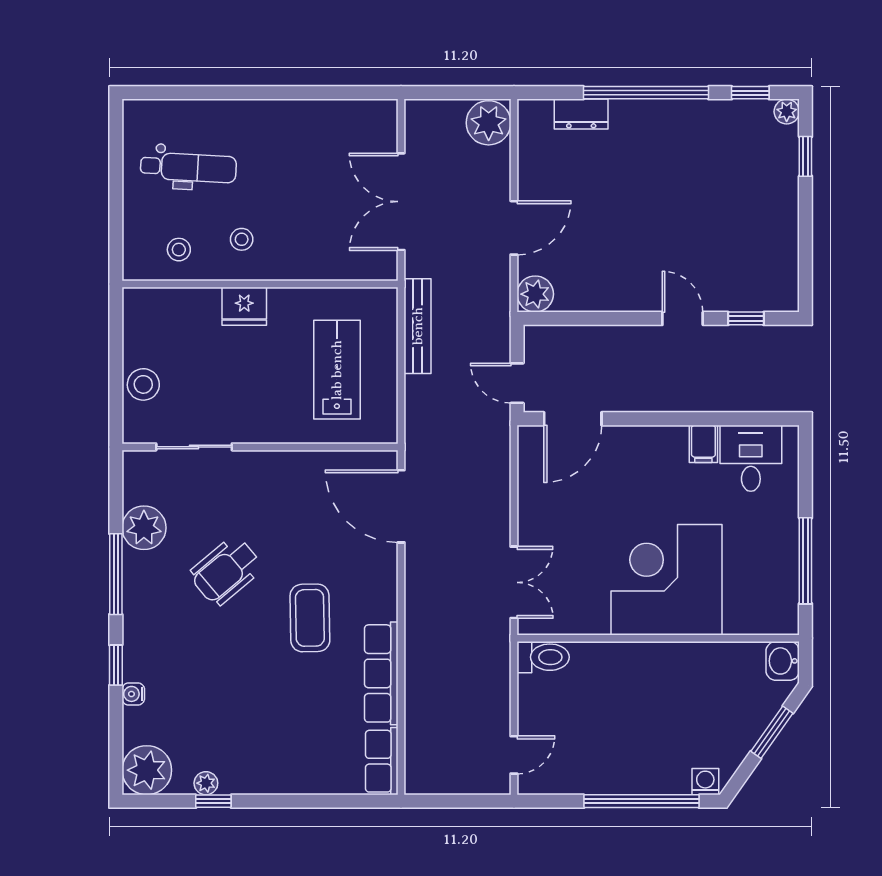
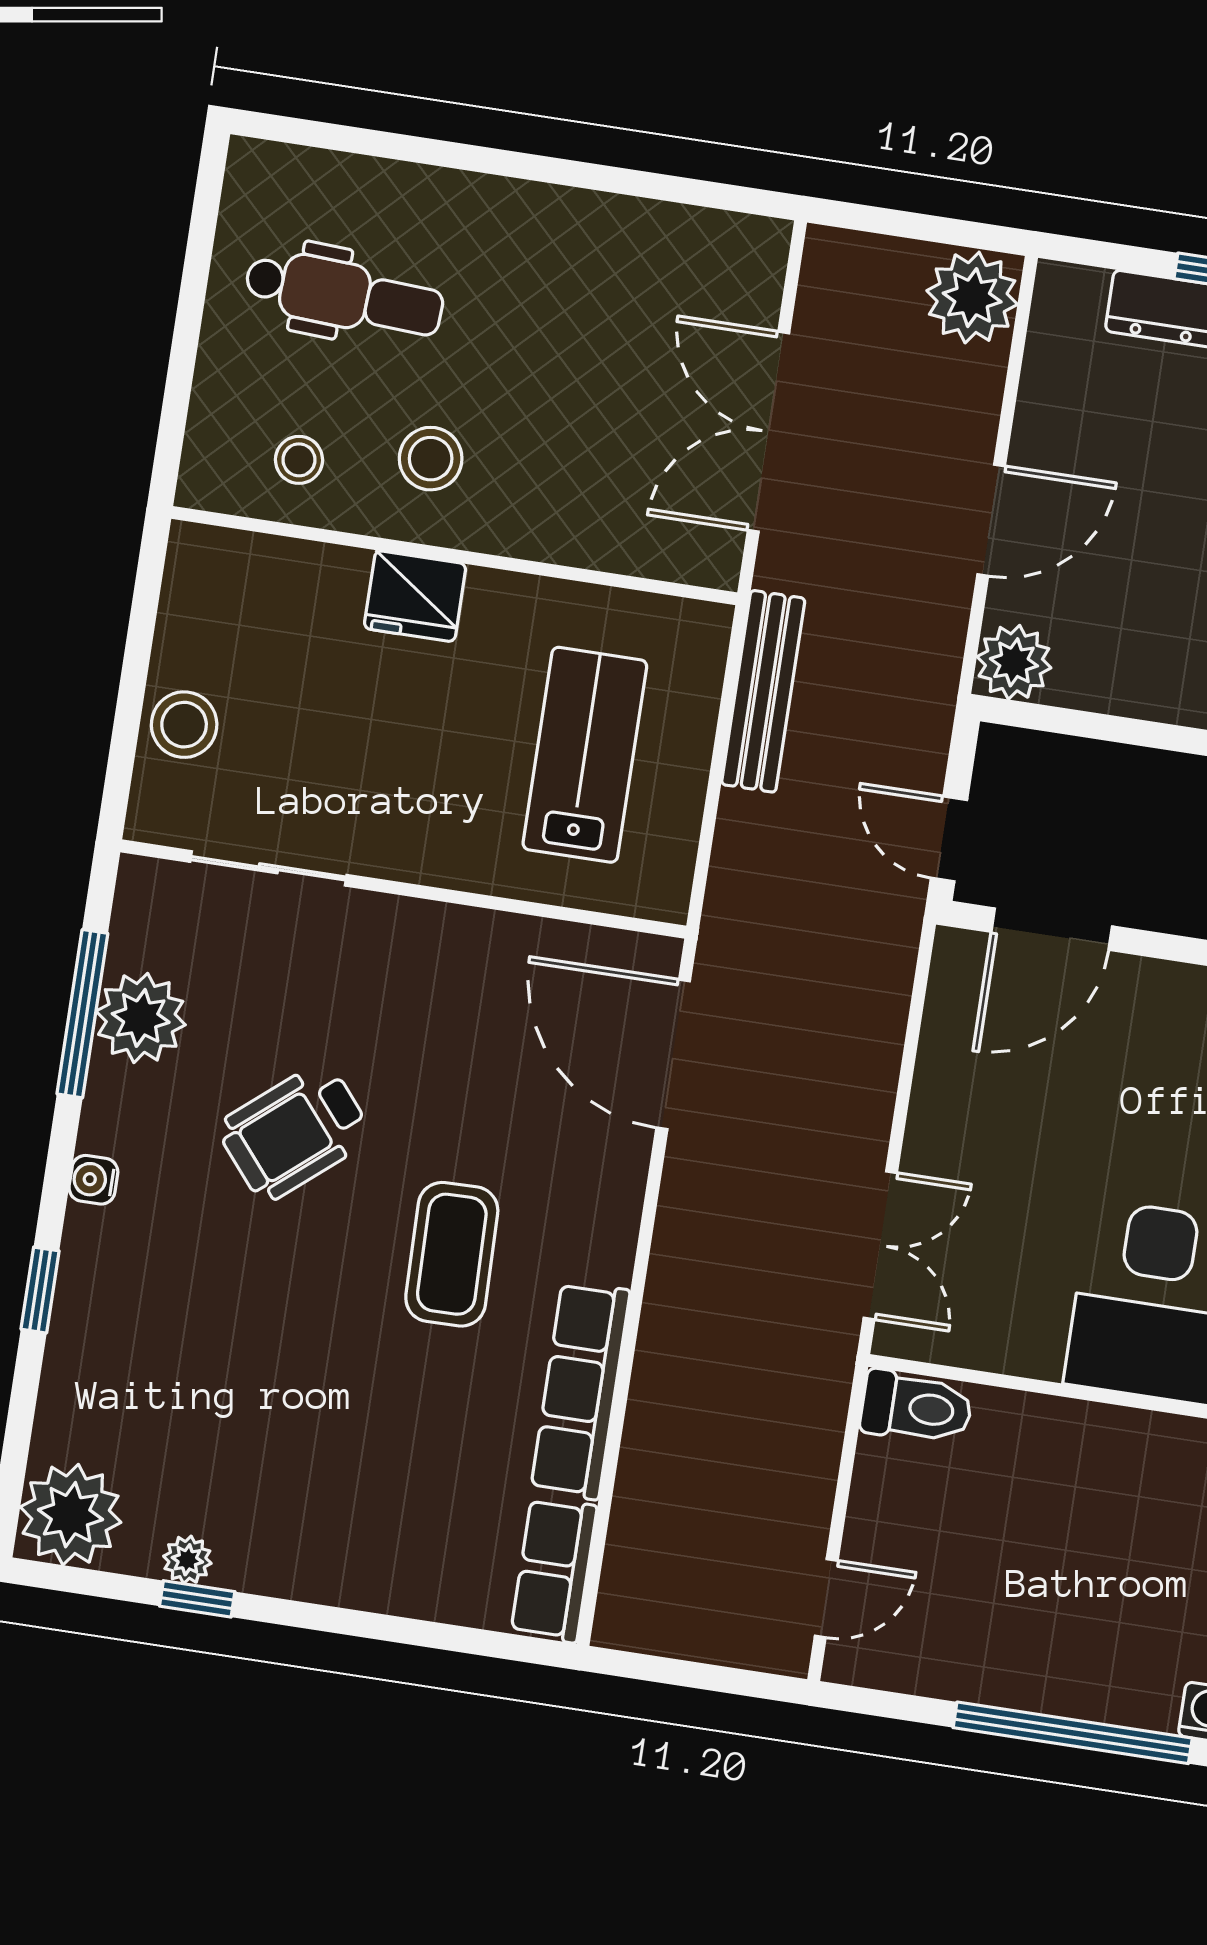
stool: (242, 239) -> (431, 459), width x1.37, depth x1.37
window: (116, 574) -> (82, 1014), moved
water cooler: (133, 694) -> (93, 1180), moved

